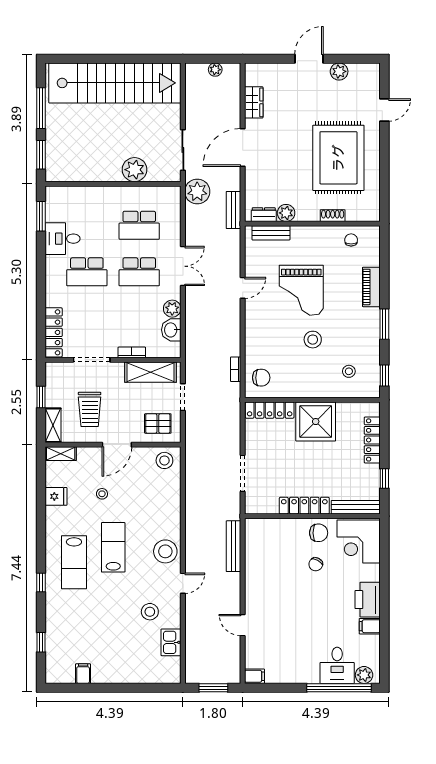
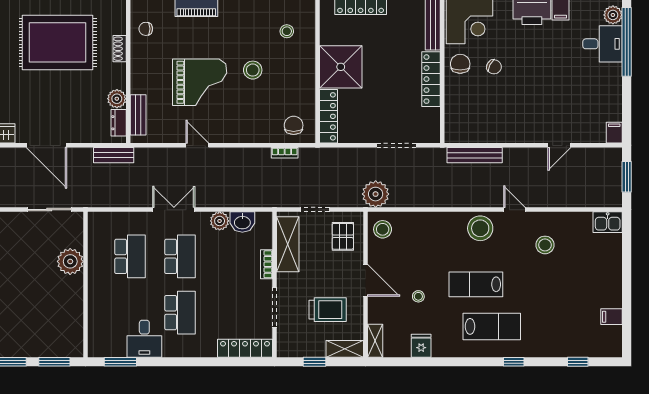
plant: (197, 192) -> (376, 194), moved
kitchen sink: (171, 642) -> (608, 222), moved

